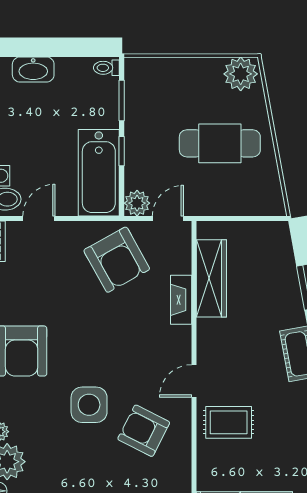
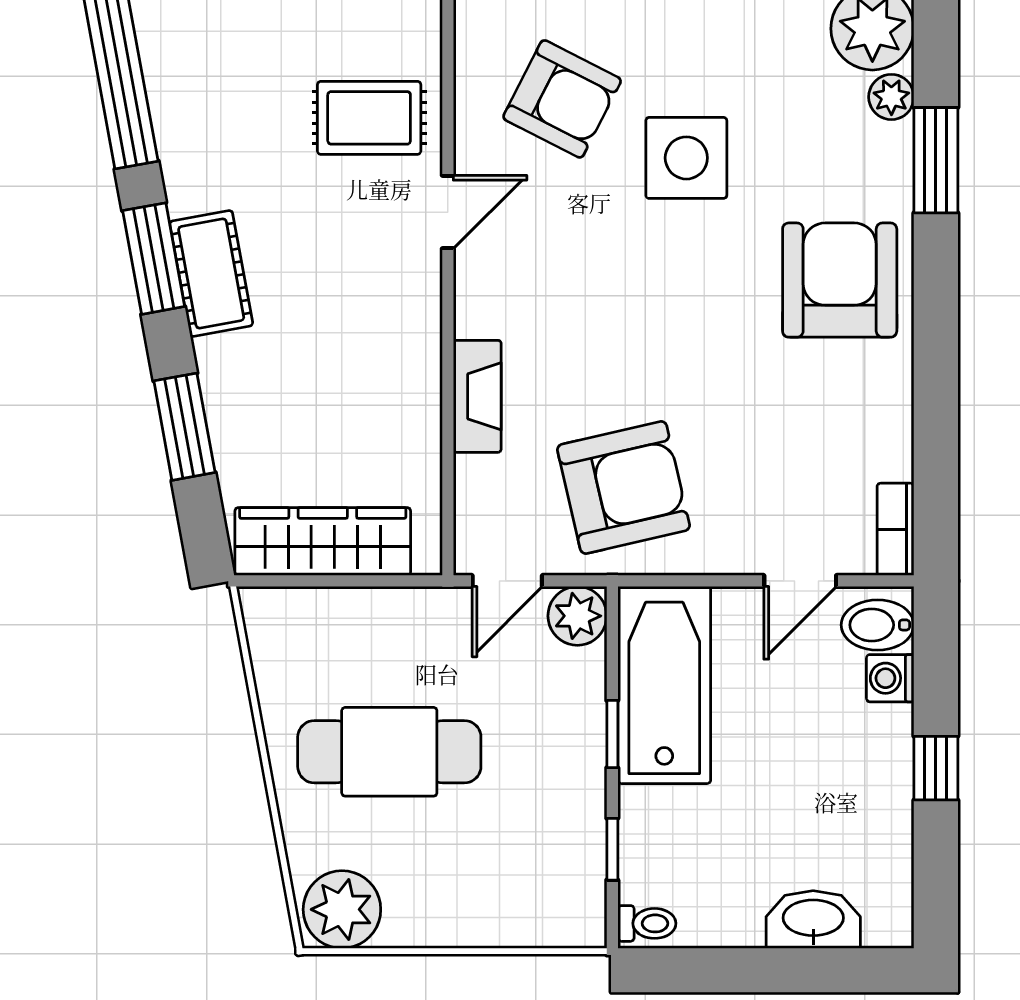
window: (122, 100) -> (612, 849), width x0.67
armchair: (117, 260) -> (624, 488), turned 106
wardrobe: (211, 278) -> (323, 541), moved, turned 90

